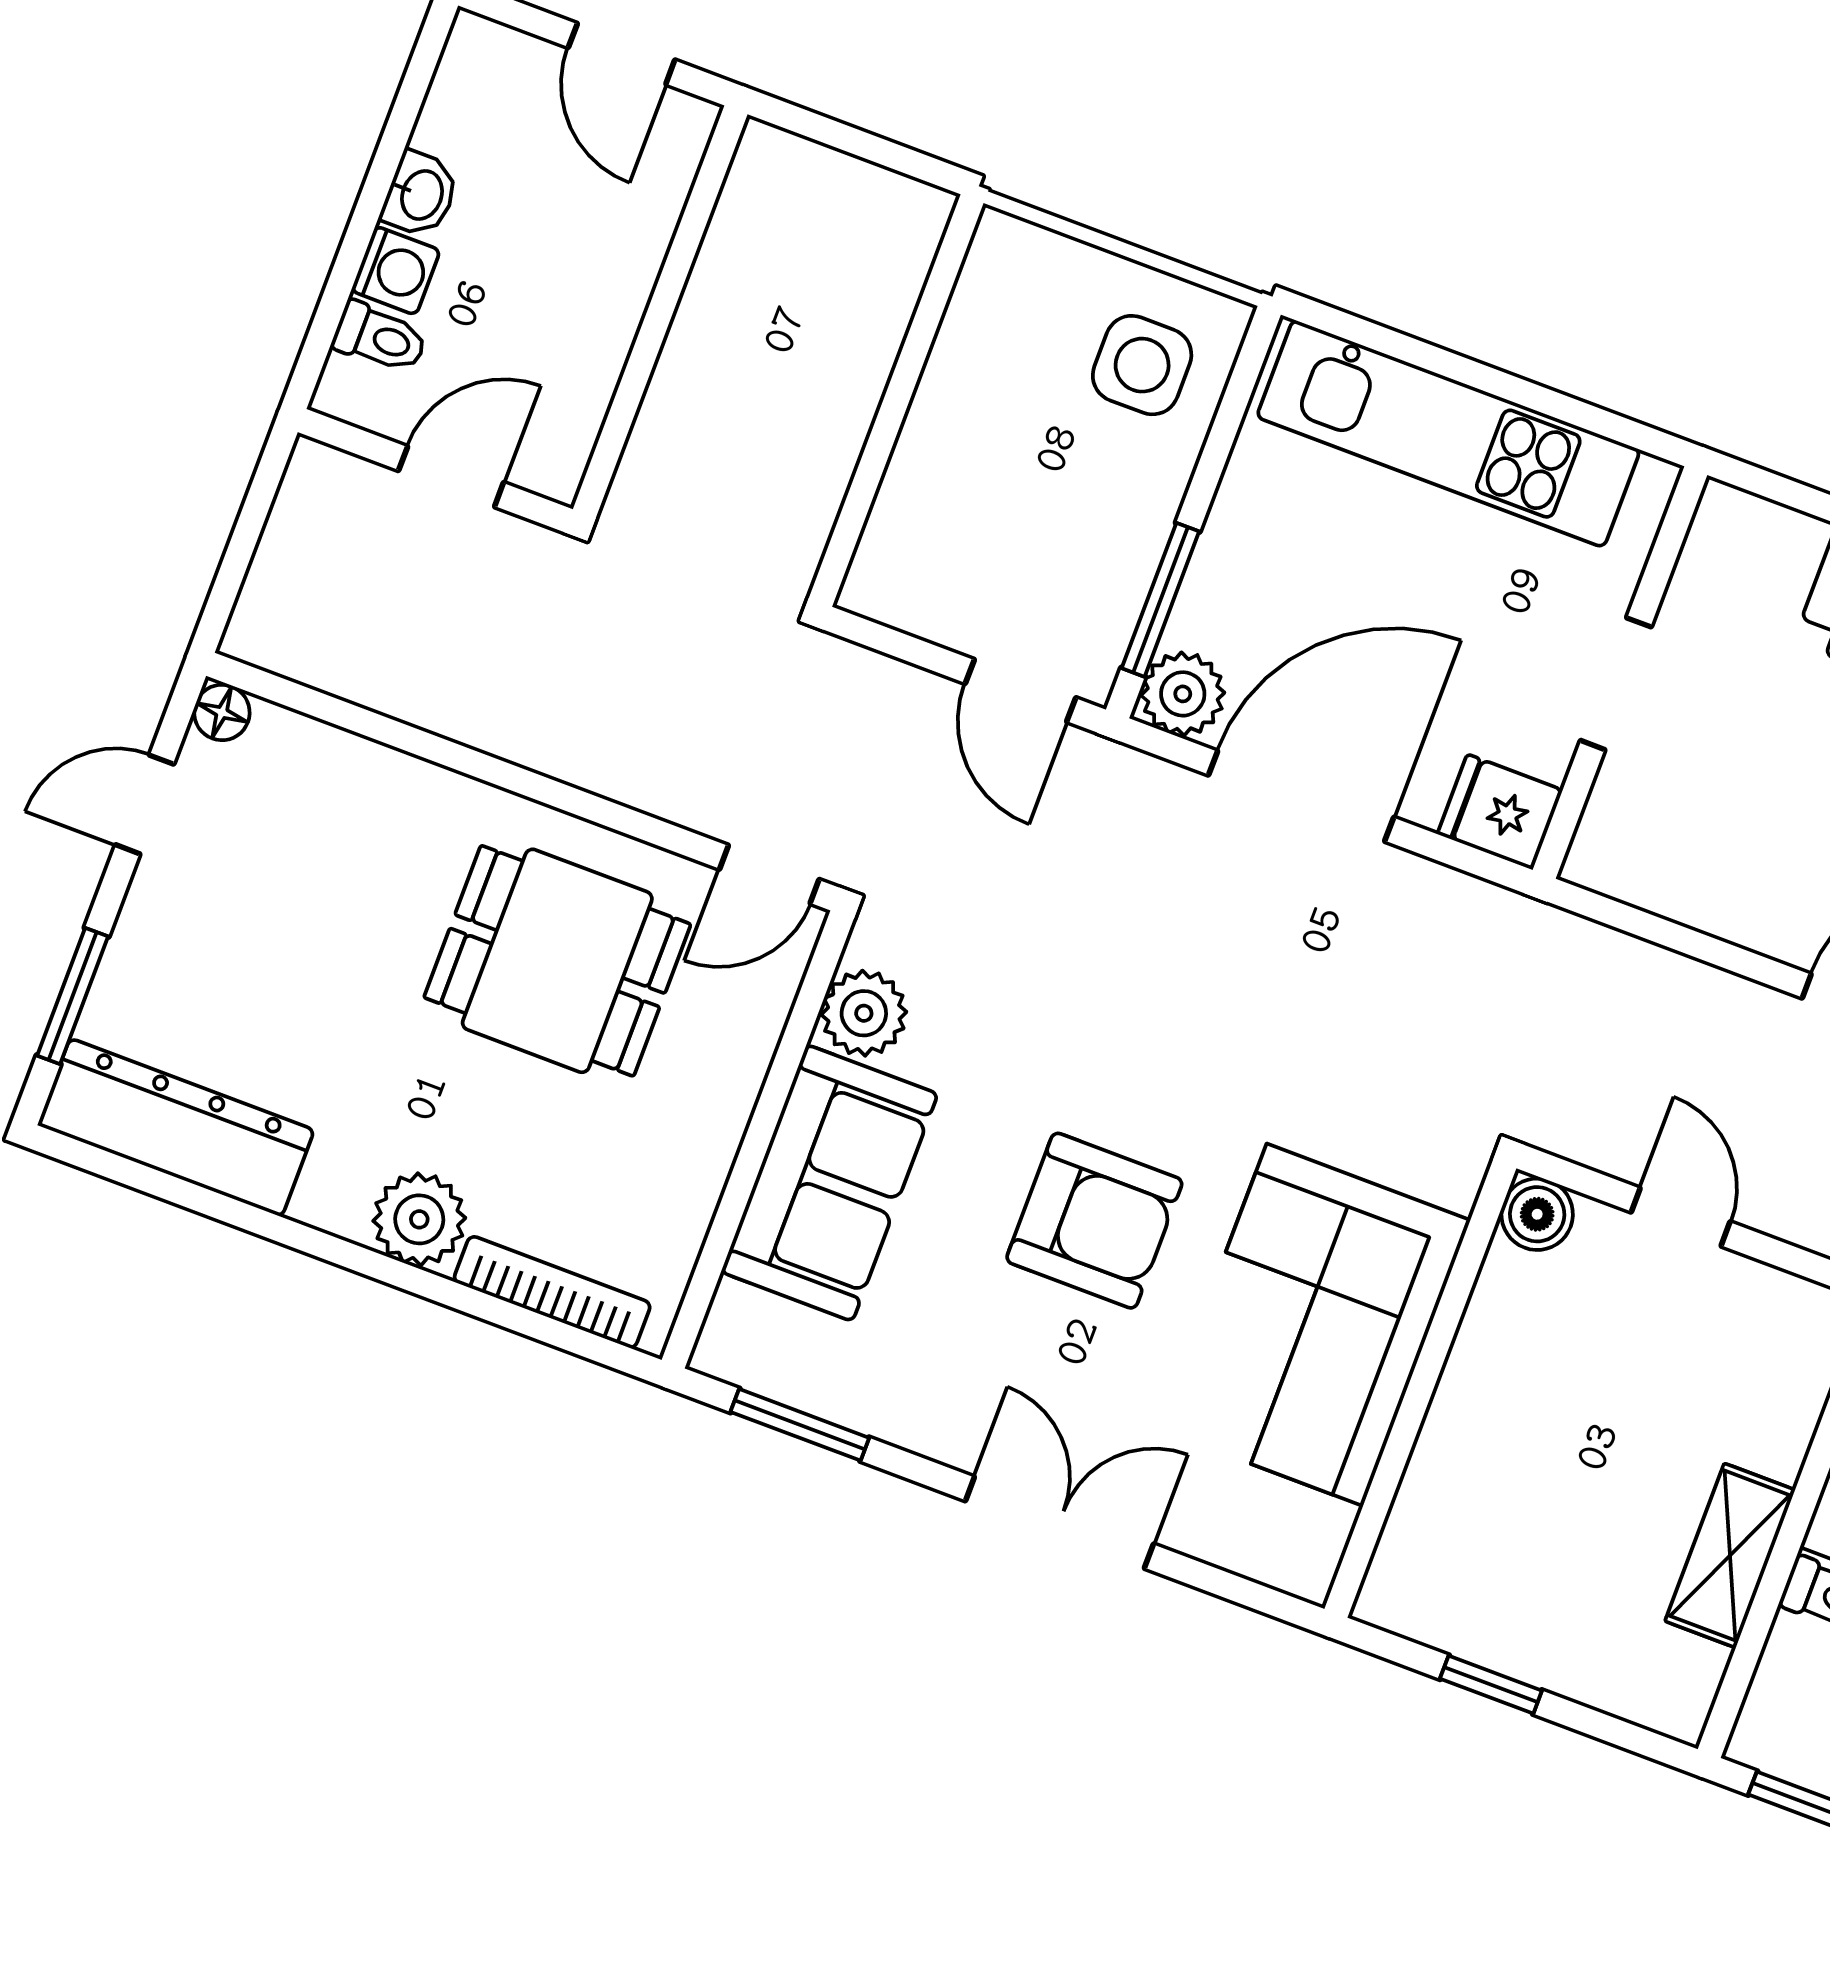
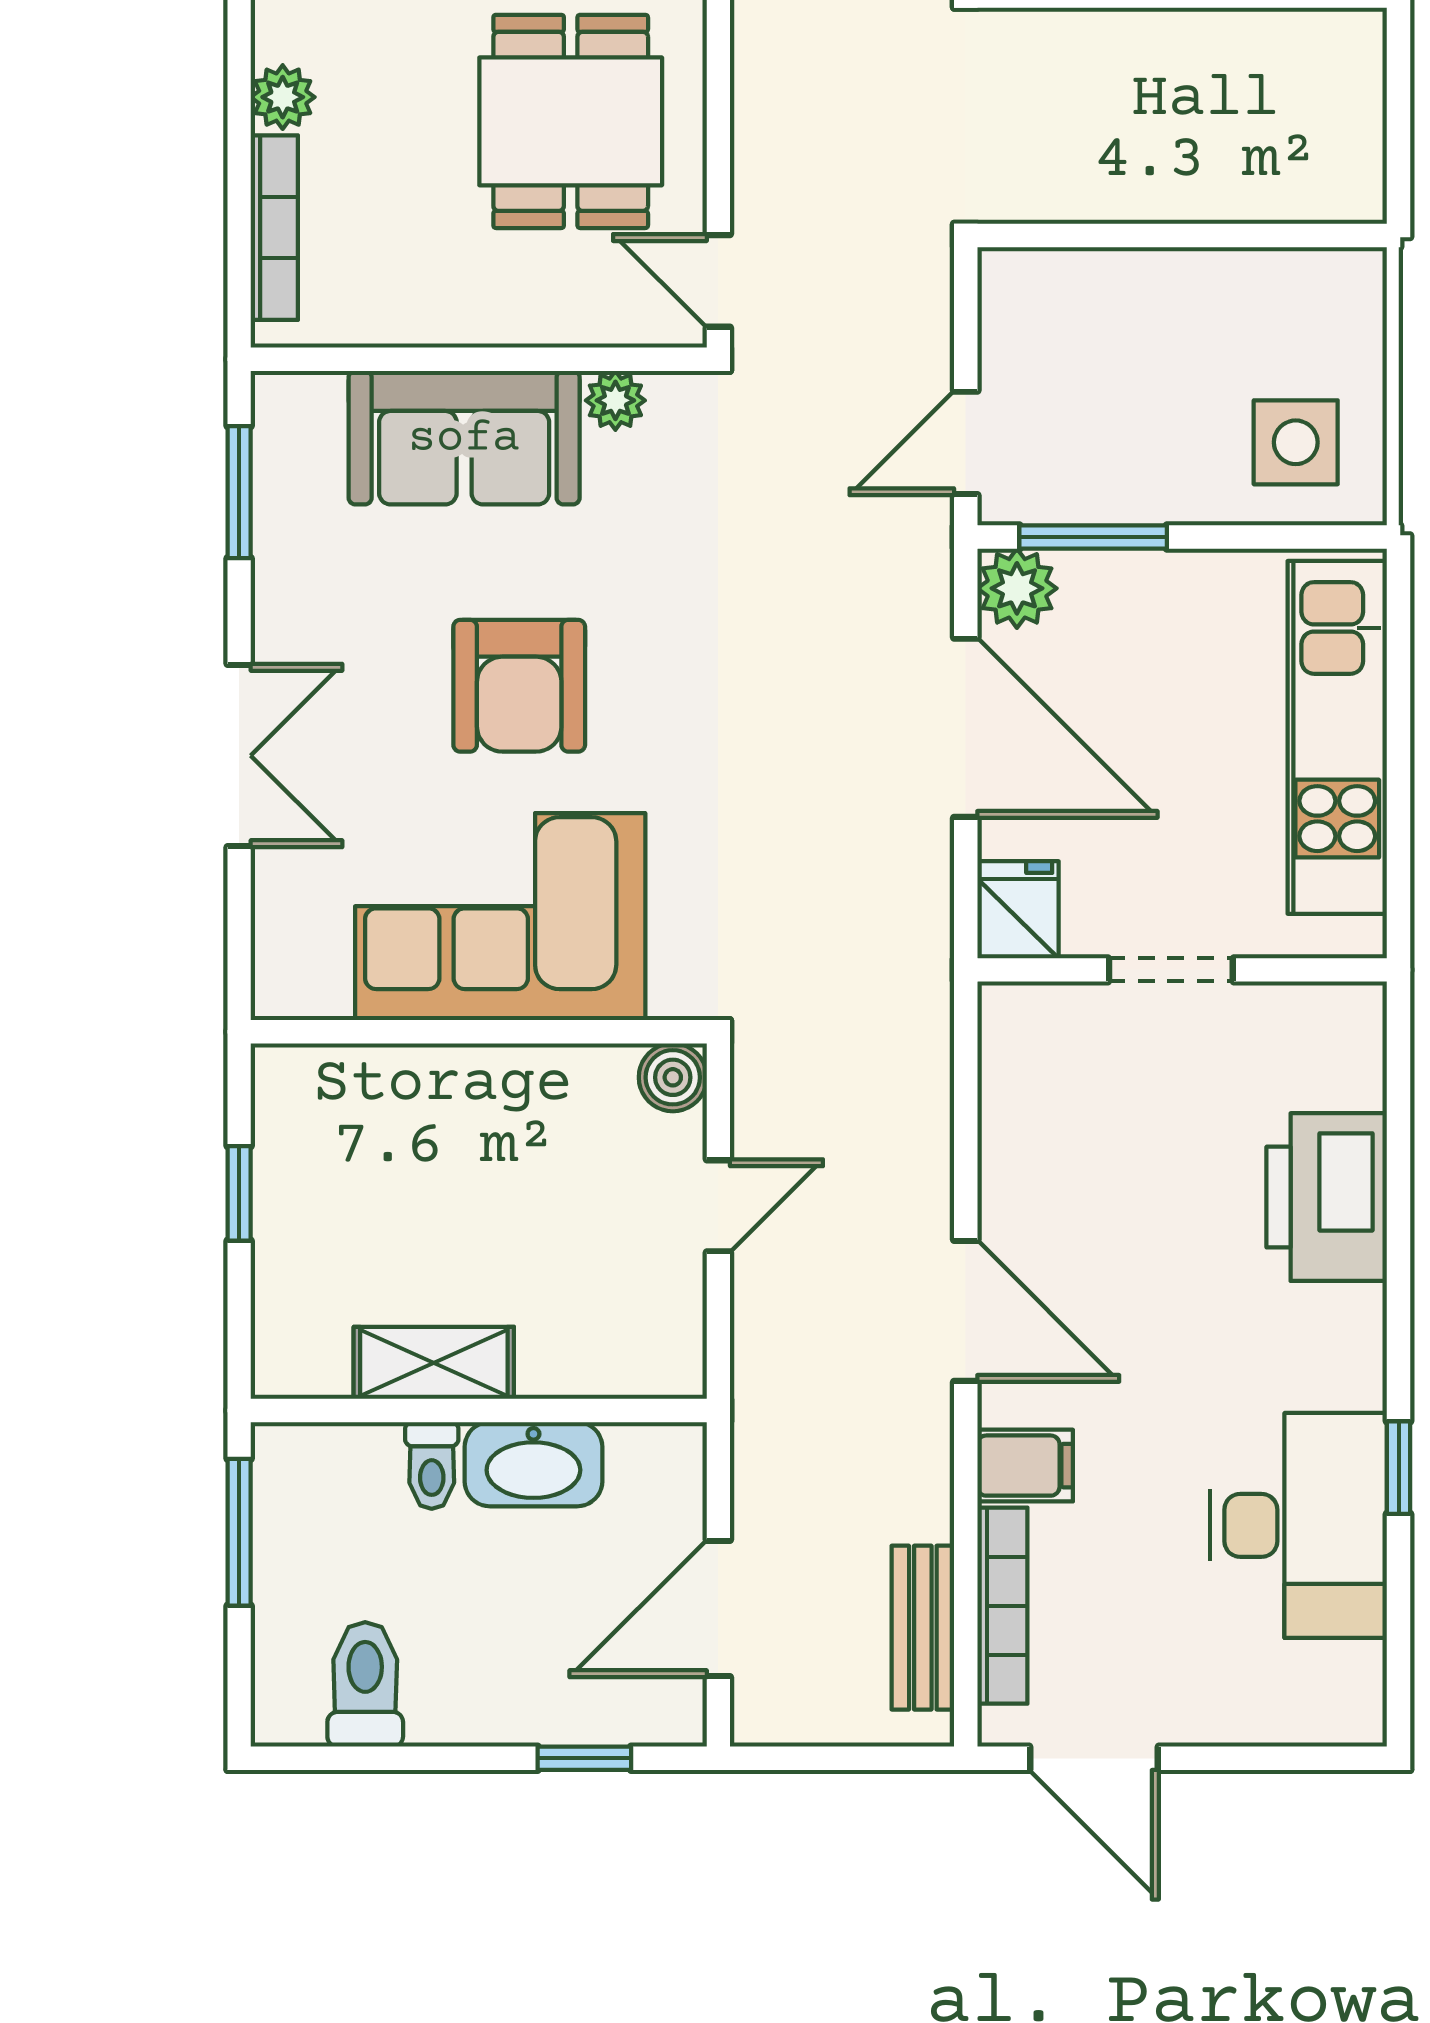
plant: (864, 1013) -> (615, 400), width x0.73, depth x0.73
plant: (419, 1219) -> (283, 97), width x0.73, depth x0.73

